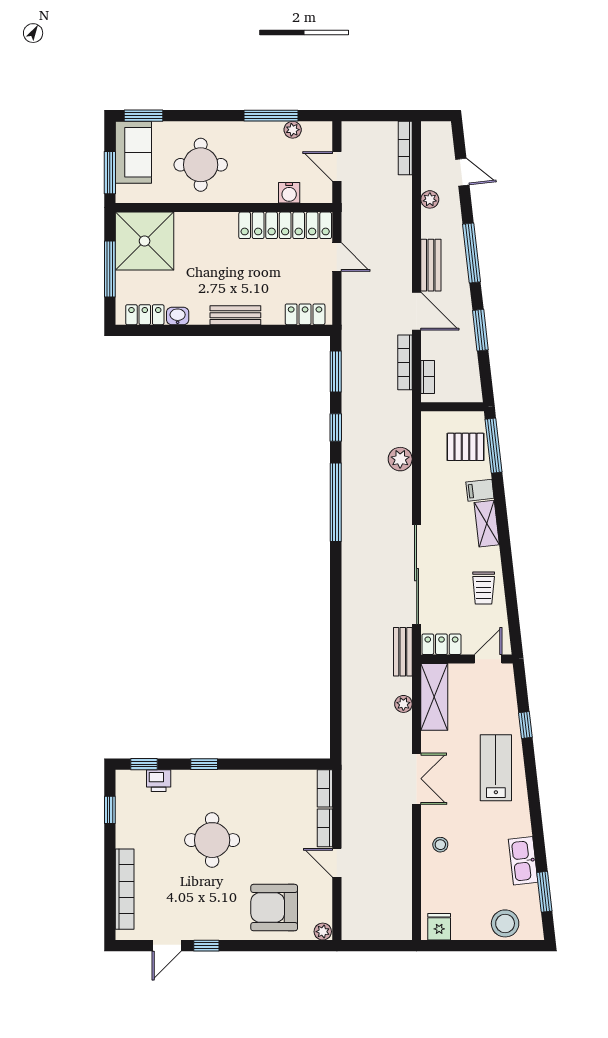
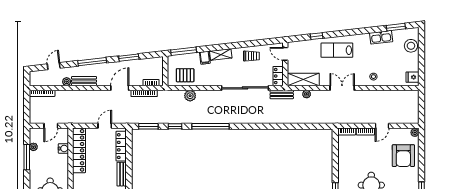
door: (337, 257) -> (105, 126), moved
bench: (431, 265) -> (84, 81), moved
locker: (305, 314) -> (121, 146), width x1.53
pallet: (465, 447) -> (185, 75), moved, turned 90

